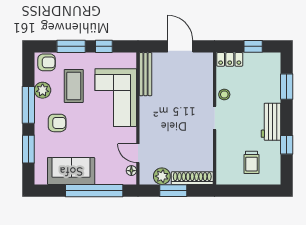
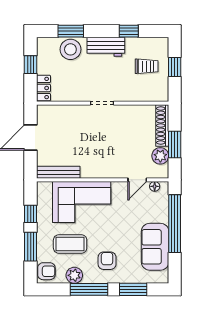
armchair: (47, 62) -> (46, 271), turned 90
stool: (224, 94) -> (70, 49), moved, width x1.89, depth x1.89
window: (251, 191) -> (175, 67), added

